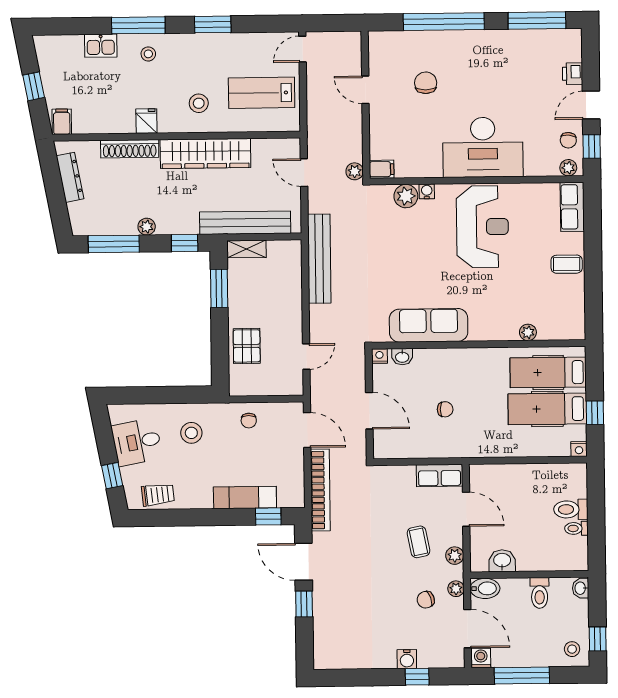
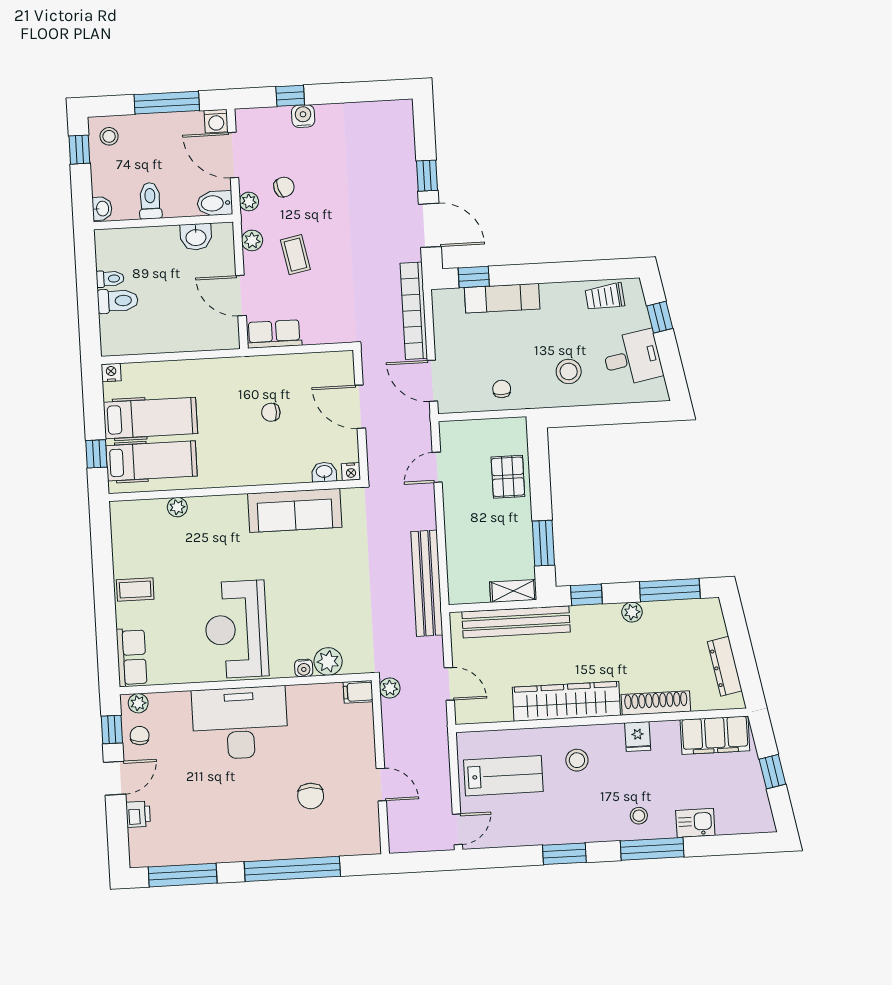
filing cabinet: (62, 122) -> (715, 735), width x3.00, depth x1.17
window: (595, 413) -> (96, 454), moved

